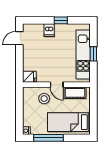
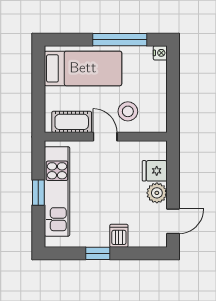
plant: (28, 54) -> (157, 193), added
fridge: (29, 77) -> (155, 171), moved

